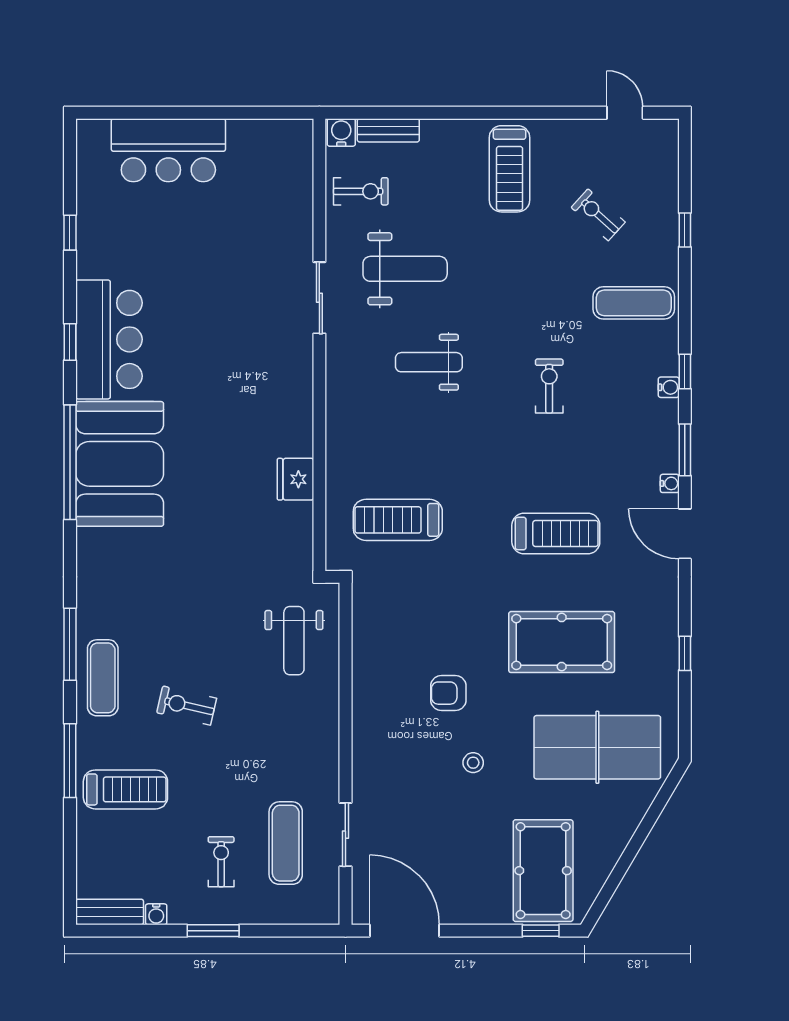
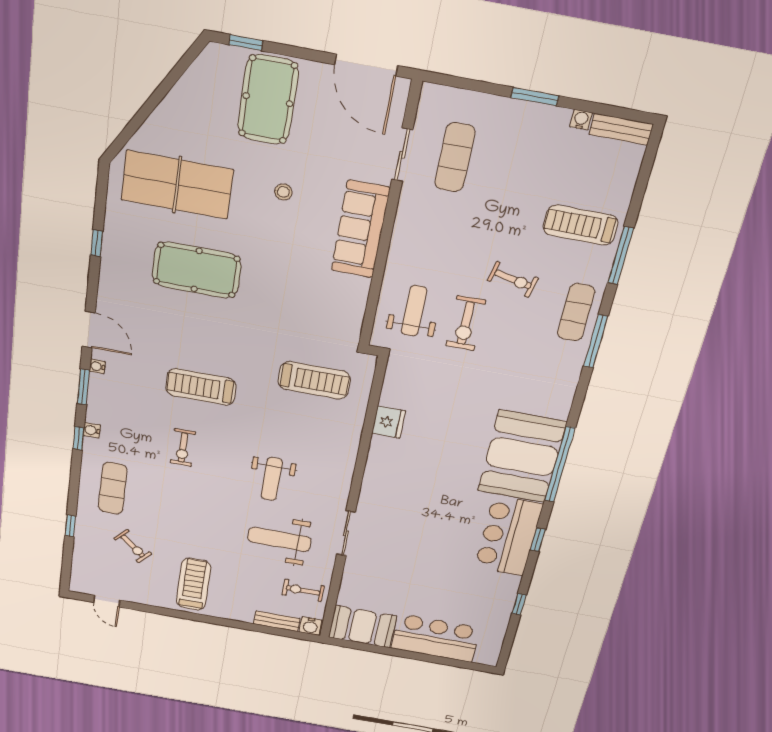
booth: (271, 147) -> (363, 627), added
exercise mat: (634, 303) -> (113, 488), turned 90
weight bench: (429, 362) -> (272, 479), turned 90
treadmill: (556, 533) -> (201, 387), moved
armchair: (448, 693) -> (295, 249), removed
sofa: (376, 734) -> (360, 229), added
exercise bike: (221, 862) -> (466, 323), moved, width x1.38, depth x1.39
pool table: (543, 871) -> (268, 100), moved

